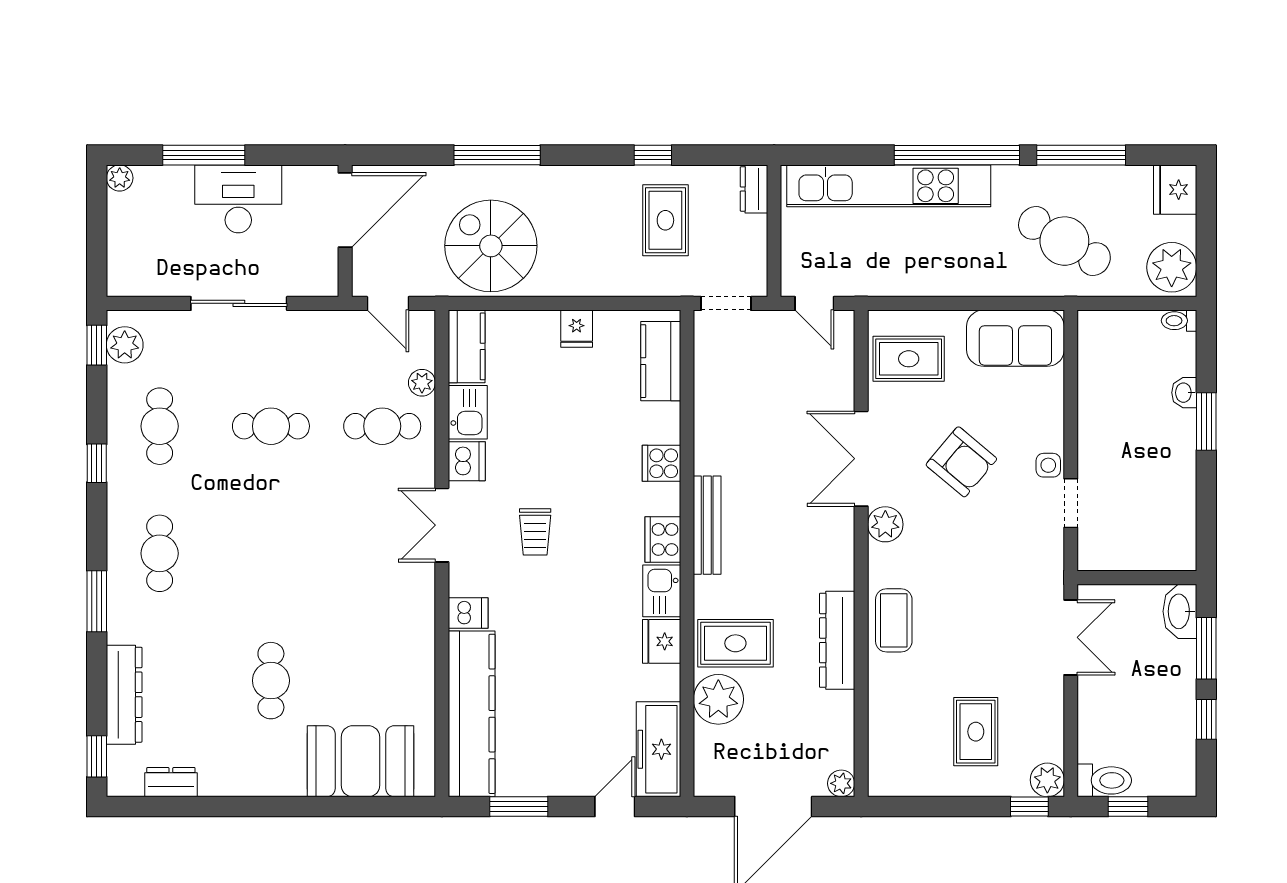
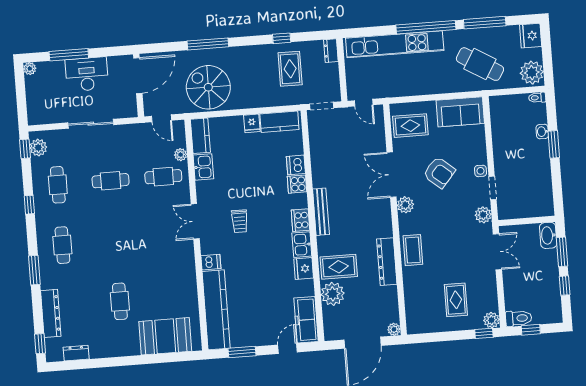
kitchen counter: (661, 361) -> (279, 122), moved, turned -90
dishwasher: (467, 461) -> (296, 165), moved, turned 180
plant: (1047, 558) -> (483, 215), added

